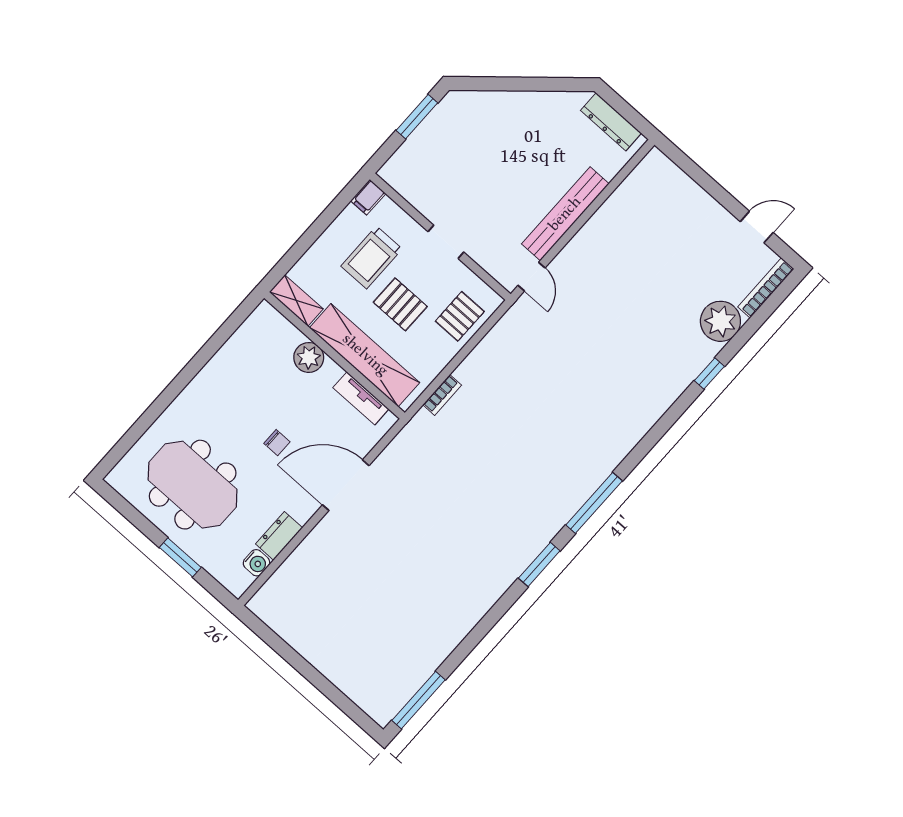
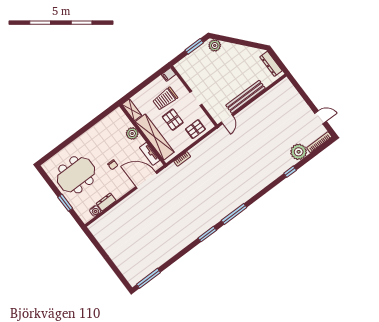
plant: (466, 105) -> (215, 45), added
meeting table: (193, 485) -> (76, 175), turned 90
door: (346, 485) -> (146, 180), moved

